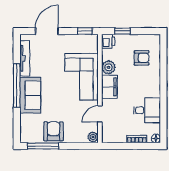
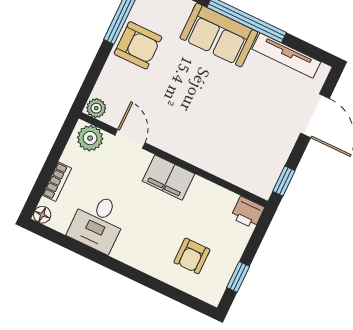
window: (122, 31) -> (238, 277), moved
plant: (109, 67) -> (90, 138), moved
corner sofa: (81, 77) -> (209, 138), removed

